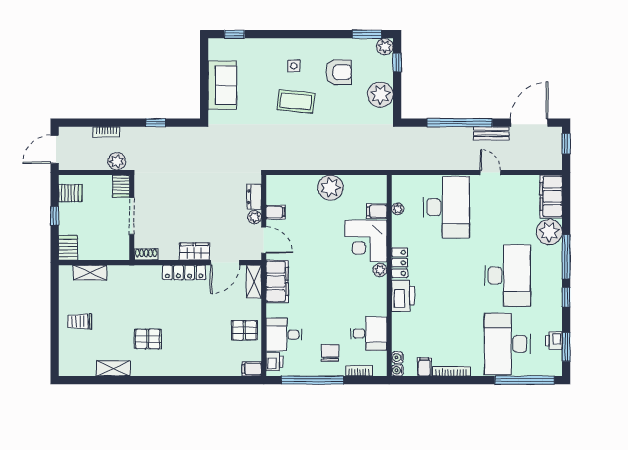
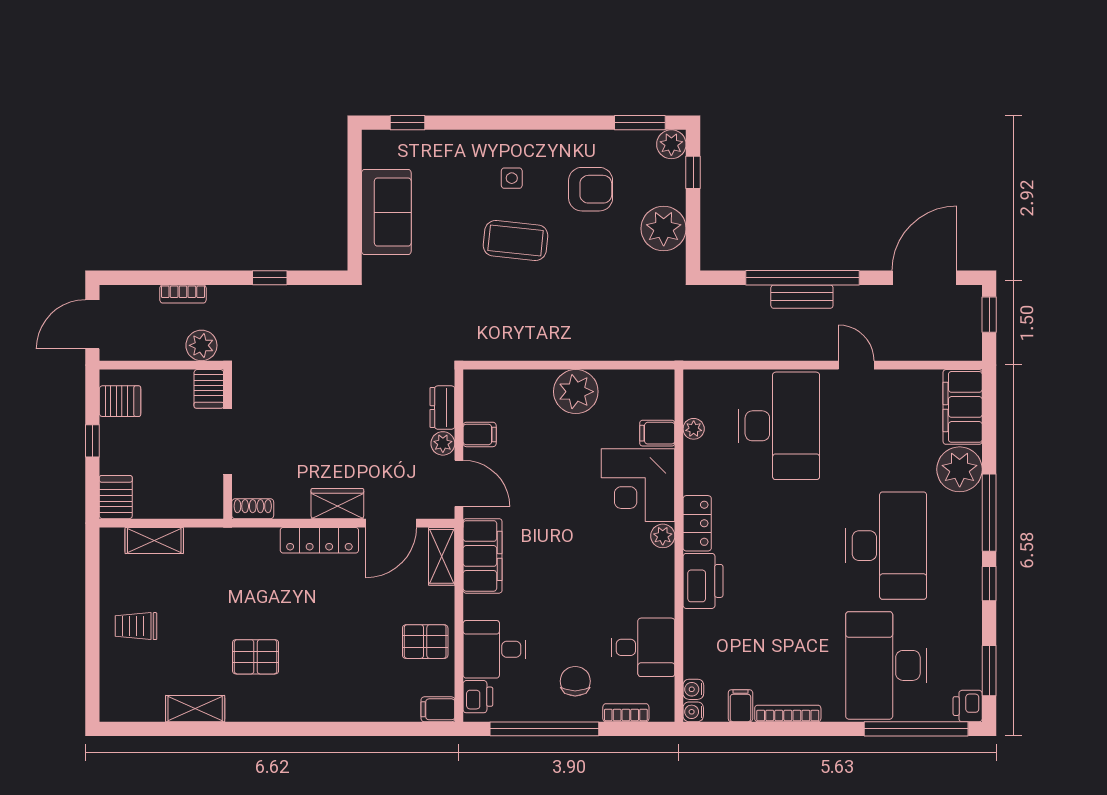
bench: (491, 133) -> (802, 297), moved
printer: (554, 341) -> (968, 706), moved

